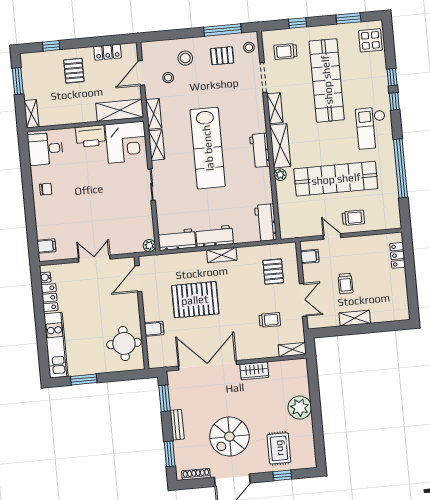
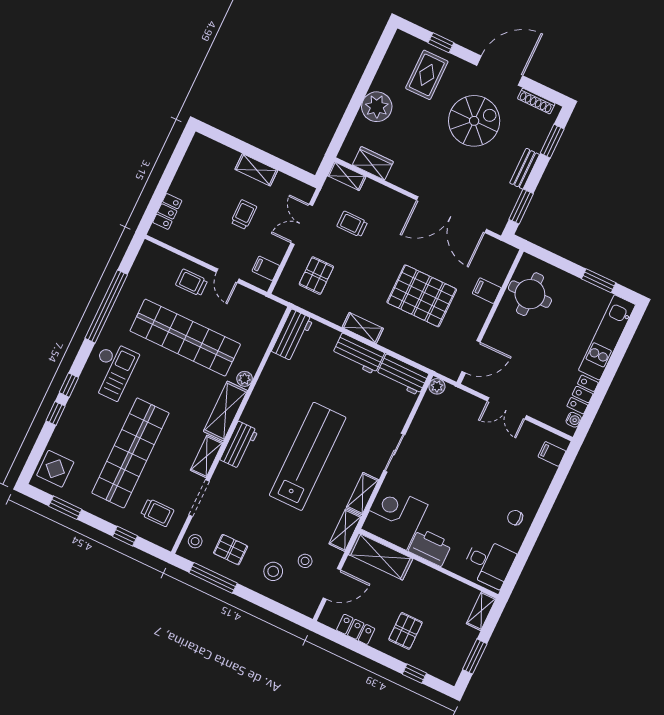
workbench: (260, 150) -> (239, 445), moved
wardrobe: (254, 371) -> (373, 163), moved

